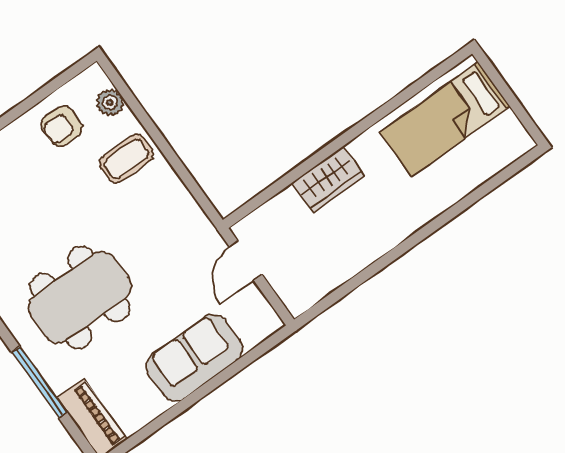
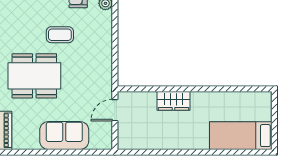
bed: (445, 119) -> (241, 136), moved
coffee table: (126, 159) -> (60, 35), moved

